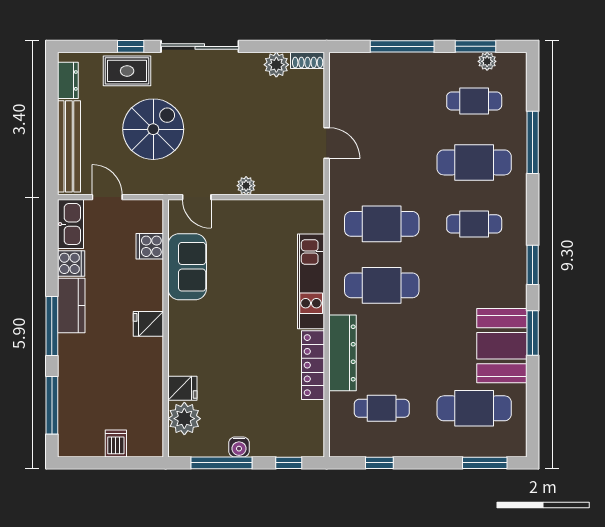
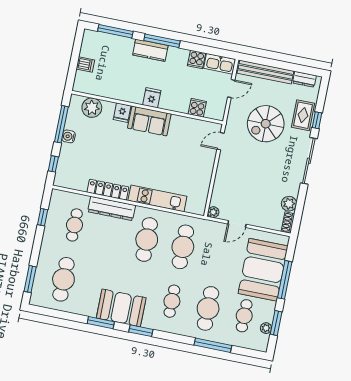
booth: (393, 85) -> (263, 270), added
spiral stairs: (153, 129) -> (266, 124), turned 90
plant: (246, 186) -> (213, 212), moved
sofa: (187, 267) -> (149, 121), moved
kitchen counter: (71, 306) -> (150, 50), moved
booth: (502, 346) -> (121, 308), moved
fridge: (182, 388) -> (122, 113), moved

